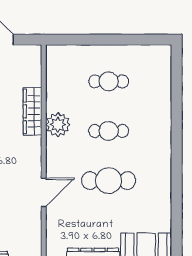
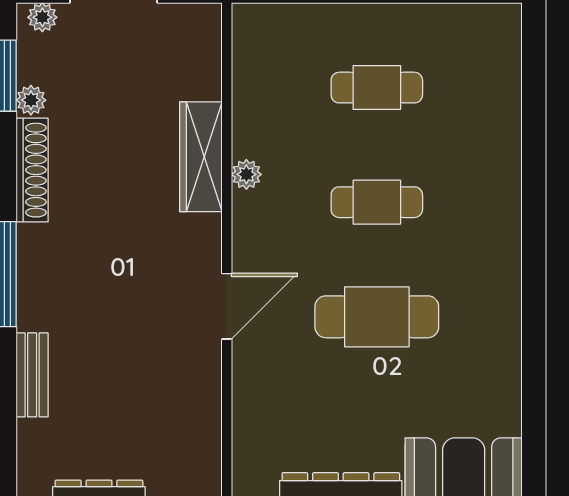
plant: (58, 125) -> (246, 174), width x0.53, depth x0.53
door: (44, 192) -> (227, 306), moved

